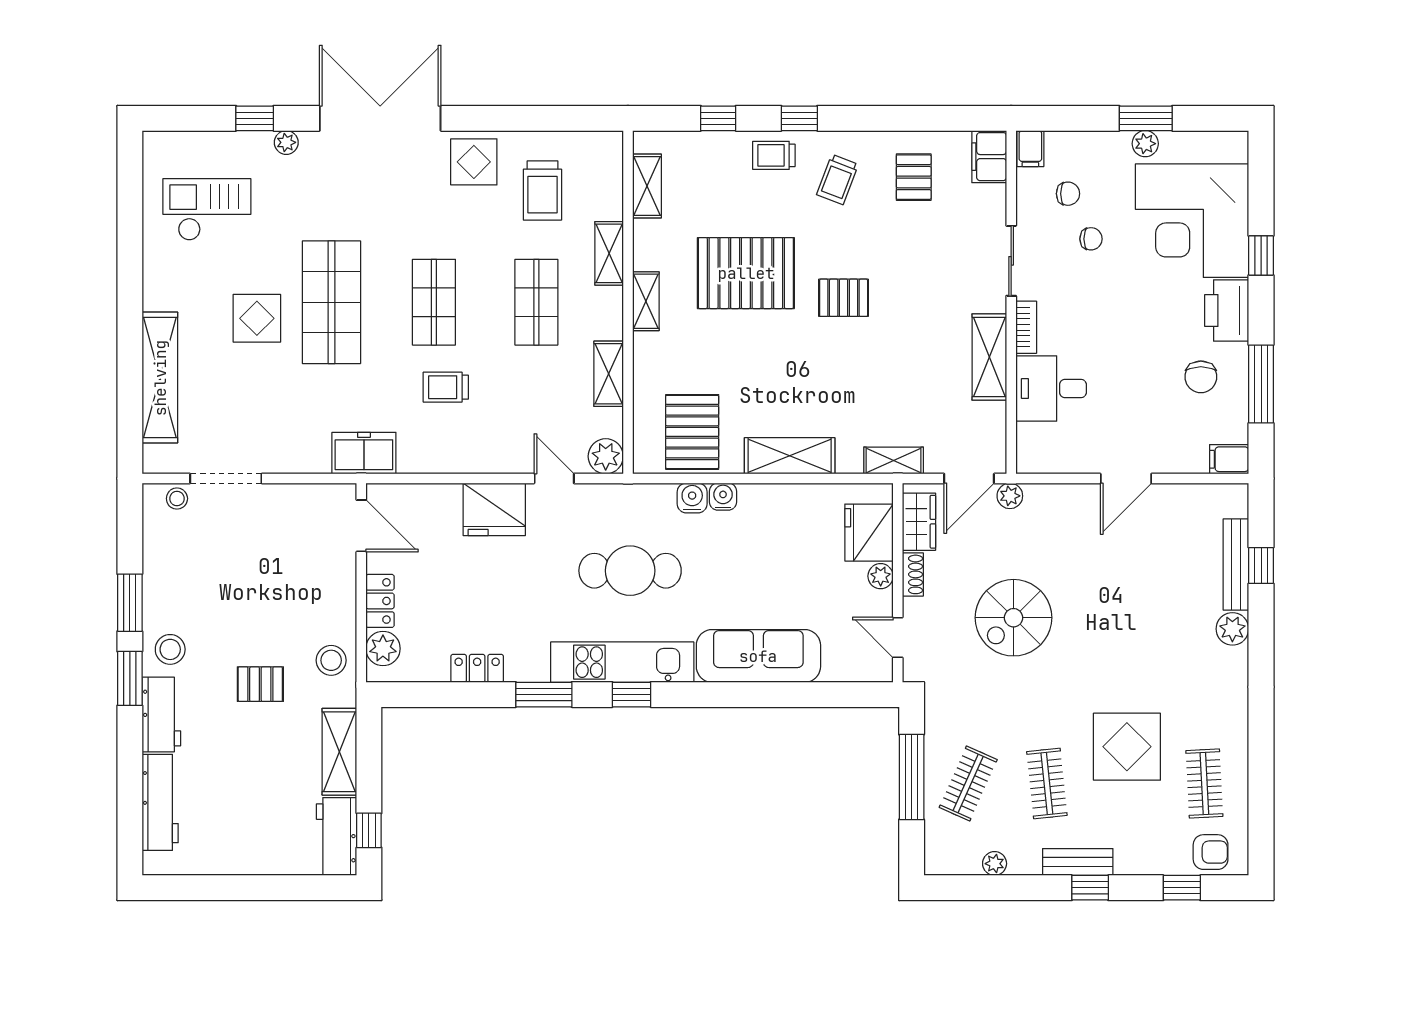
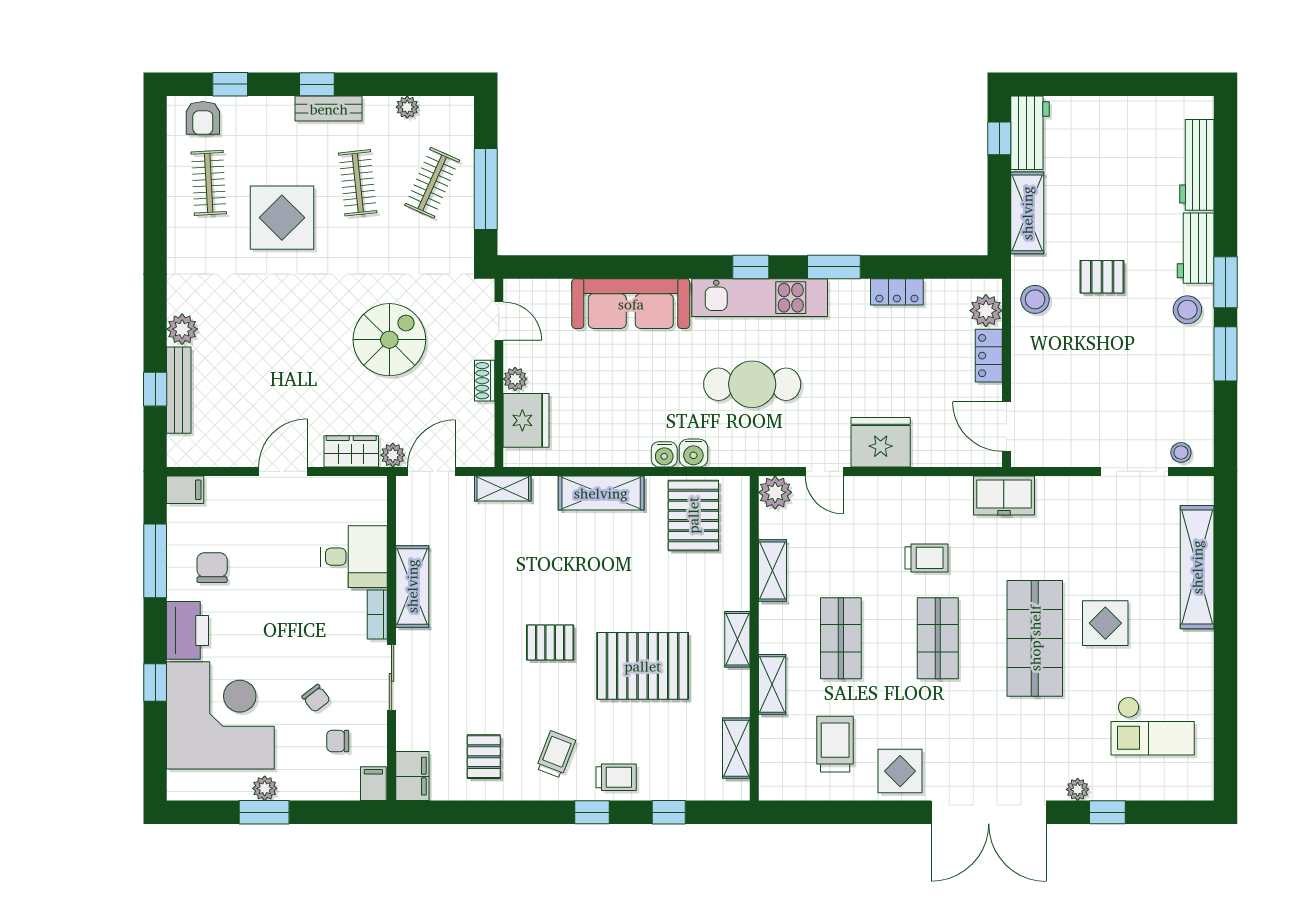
chair: (1091, 239) -> (316, 698), turned -128
wardrobe: (919, 522) -> (351, 451), moved, turned 90
armchair: (1211, 852) -> (203, 118), turned -90

